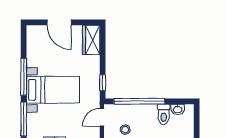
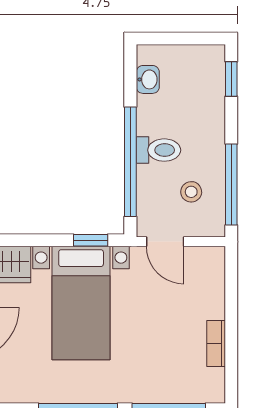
bed with nightstands: (53, 90) -> (81, 303), moved, turned 180
toilet: (164, 114) -> (158, 150), moved

